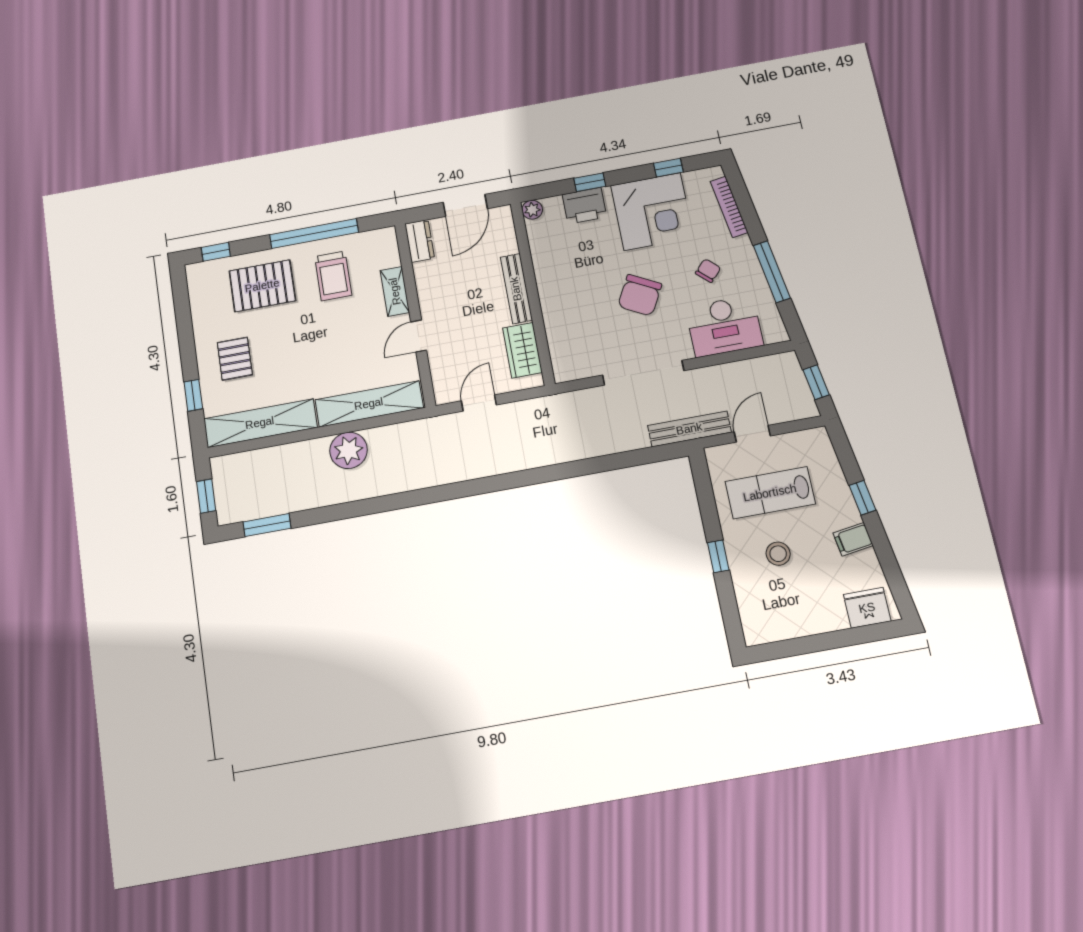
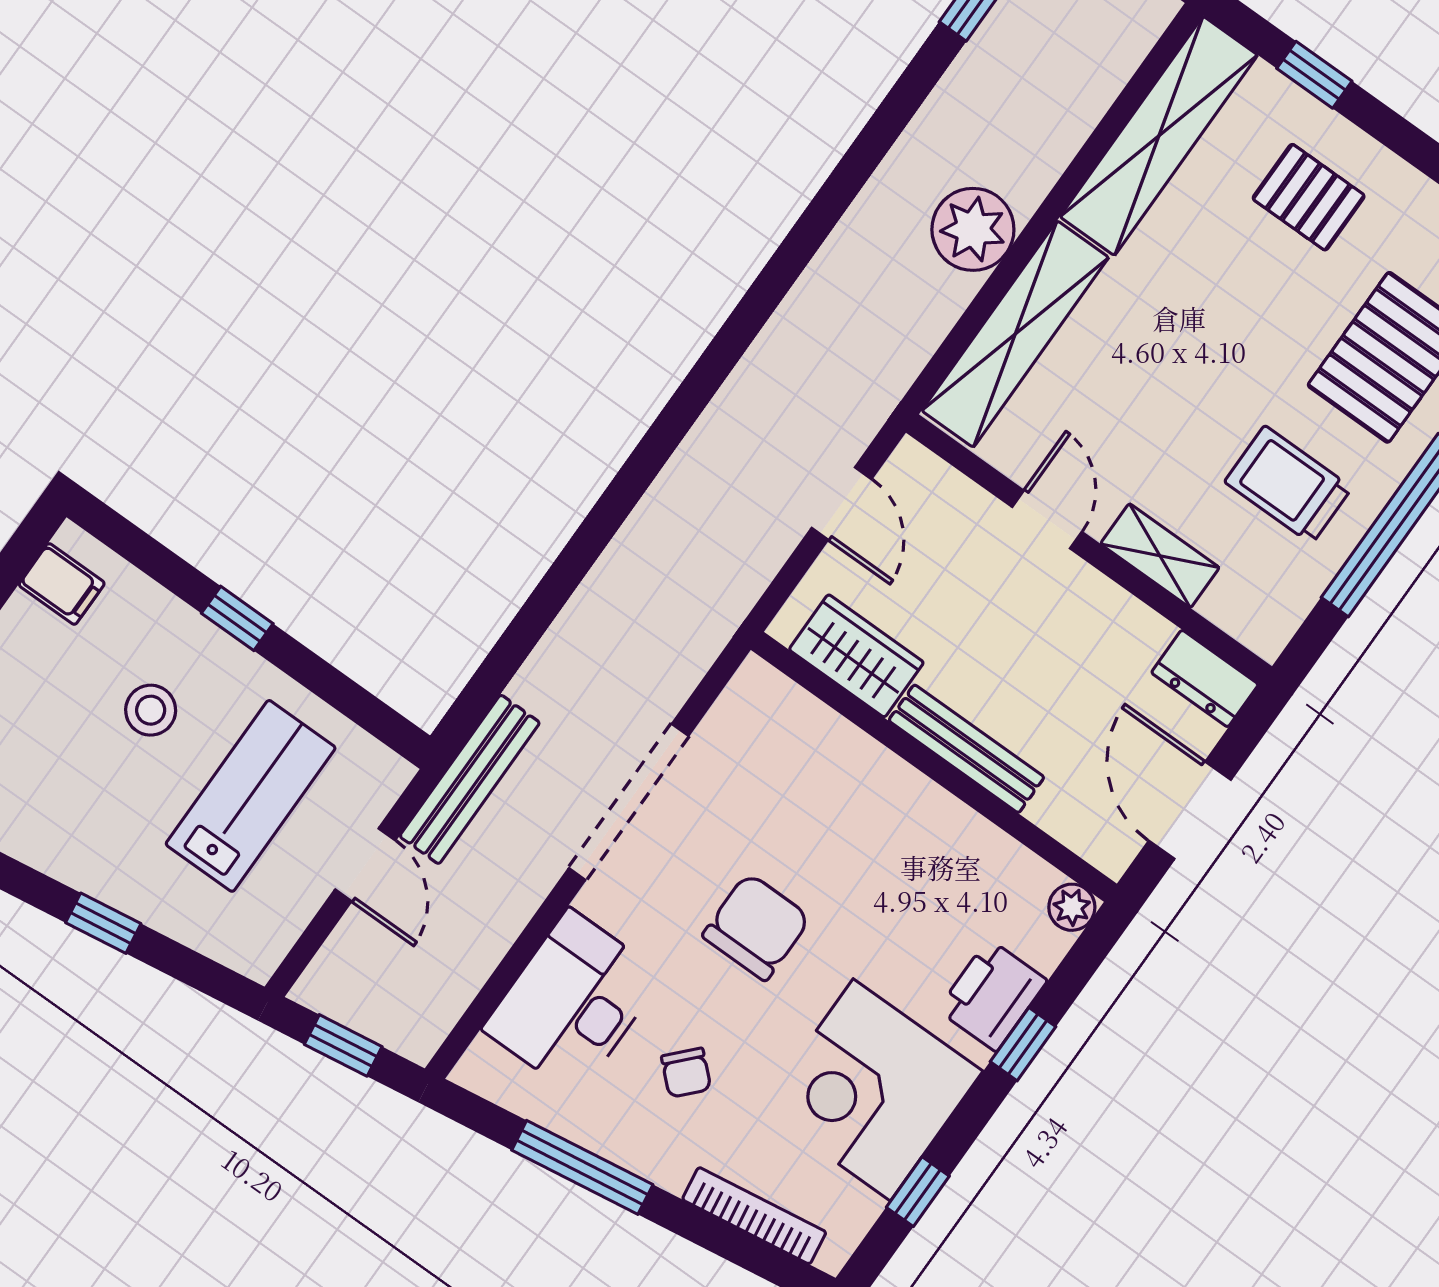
chair: (640, 295) -> (756, 927), turned 62
filing cabinet: (853, 539) -> (62, 584), moved, turned 98

